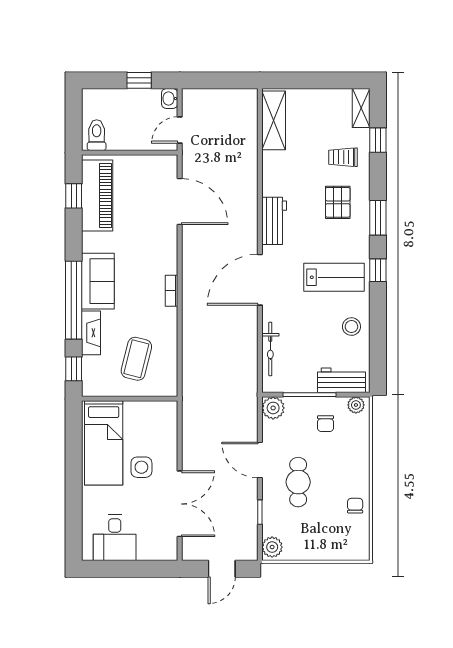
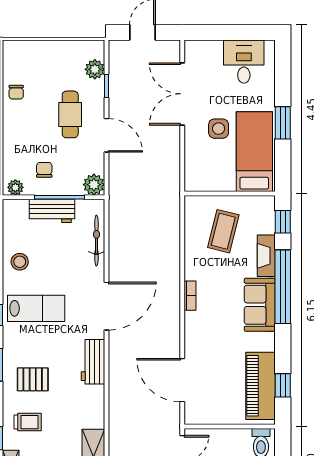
pallet: (338, 202) -> (33, 379), turned 90
lab bench: (334, 277) -> (36, 308), turned 180
workbench: (342, 380) -> (52, 211), moved
window: (74, 473) -> (283, 123), added
plant: (272, 547) -> (95, 69), moved

